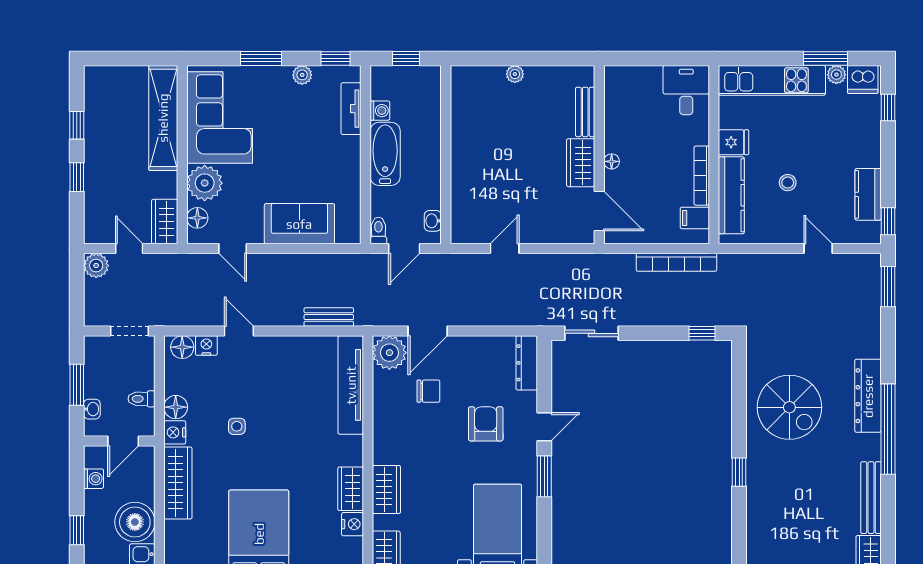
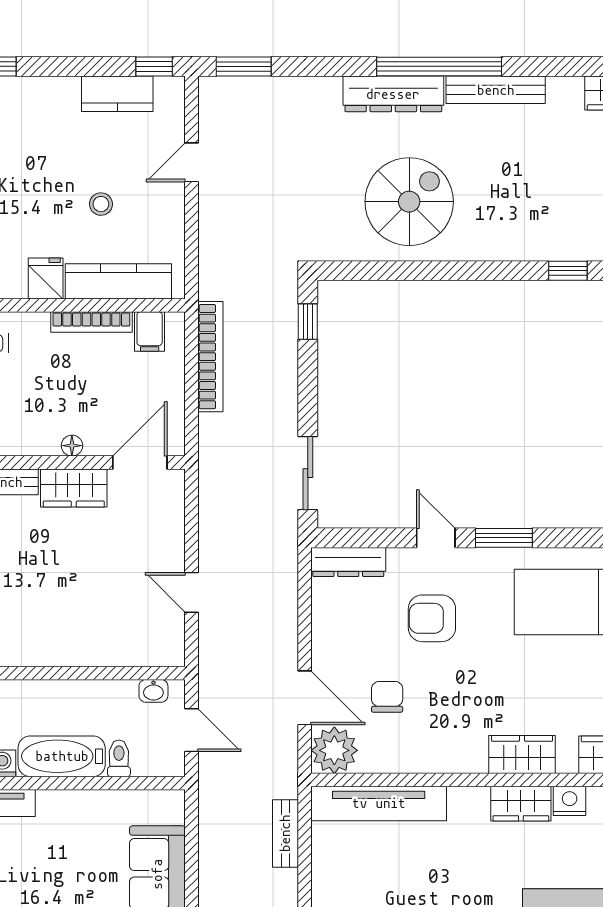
toilet: (378, 231) -> (119, 758), moved, turned 90
window: (739, 472) -> (568, 271), moved
bench: (871, 498) -> (496, 90), moved

